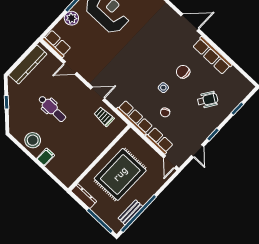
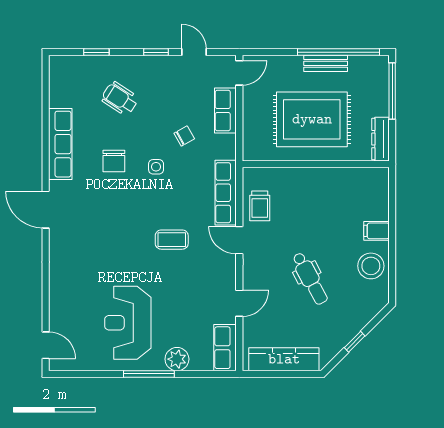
coffee table: (125, 65) -> (172, 240), added
door: (70, 68) -> (239, 303), hinge flipped
dental chair: (52, 109) -> (310, 278), turned 152
row of seats: (135, 118) -> (226, 193), moved
door: (197, 151) -> (194, 52), hinge flipped
bench: (130, 212) -> (326, 63), moved

